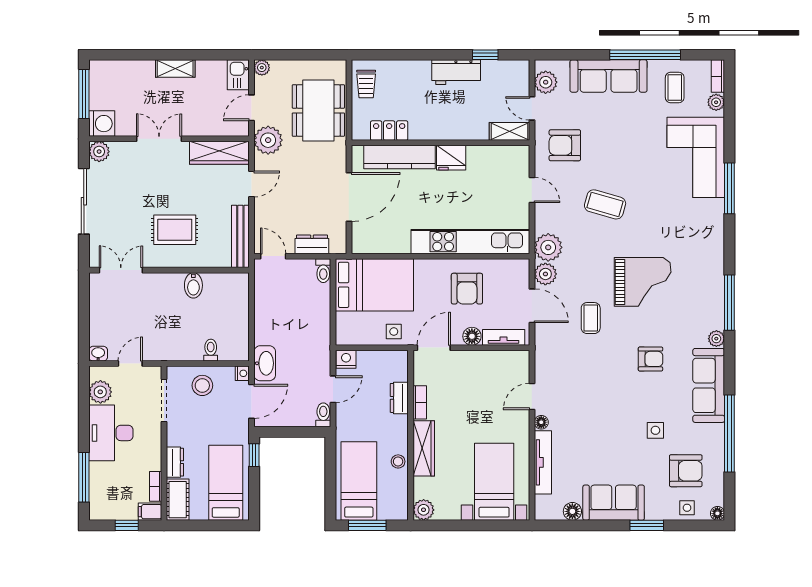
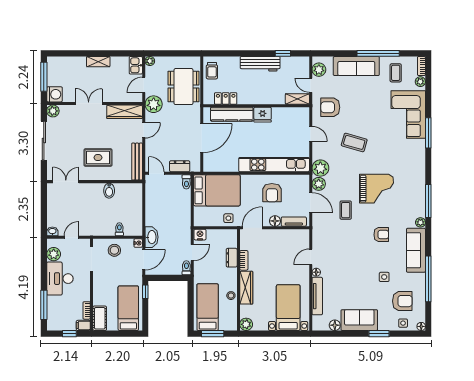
workbench: (456, 72) -> (260, 64), width x1.38
dresser: (175, 462) -> (98, 296), removed

